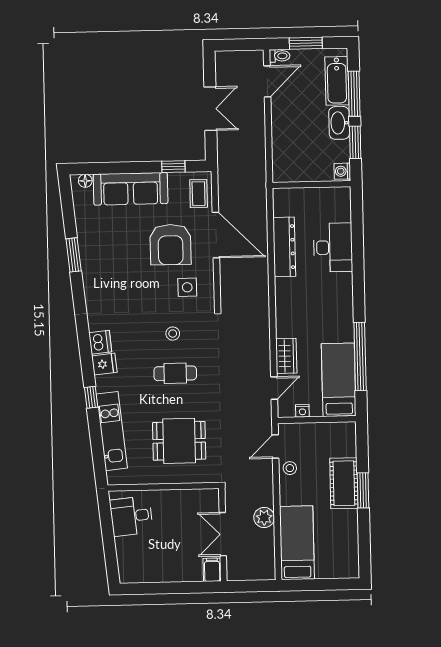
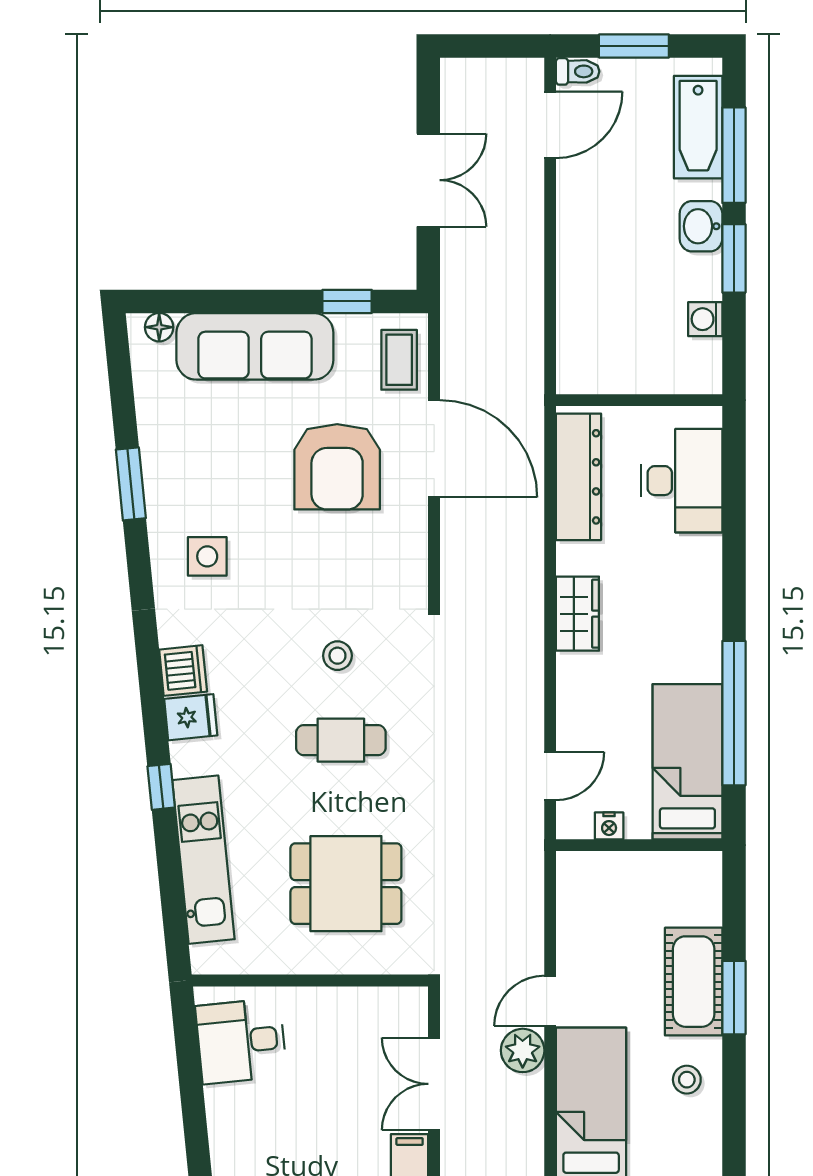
washbasin: (339, 123) -> (701, 226), width x0.72
wall: (311, 184) -> (639, 400), moved
side table: (187, 287) -> (207, 556), moved
wardrobe: (286, 356) -> (577, 614), moved
door: (275, 447) -> (550, 1001), moved
stool: (290, 468) -> (687, 1080), moved

